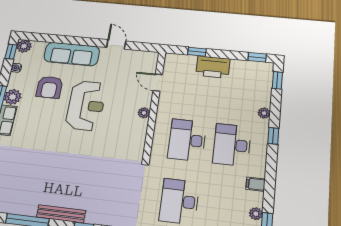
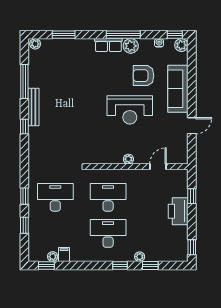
window: (277, 80) -> (150, 265), moved
filing cabinet: (256, 184) -> (64, 255), moved

